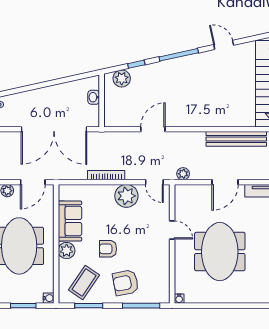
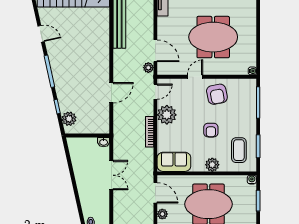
door: (224, 45) -> (41, 34), swing flipped
washbasin: (94, 97) -> (104, 142), moved
double door: (54, 129) -> (111, 175), width x0.54
door: (153, 129) -> (111, 93), swing flipped
door: (225, 182) -> (155, 51), moved
sofa: (70, 221) -> (174, 162), moved
coffee table: (84, 282) -> (239, 150), turned 56
armchair: (126, 283) -> (217, 94), moved

